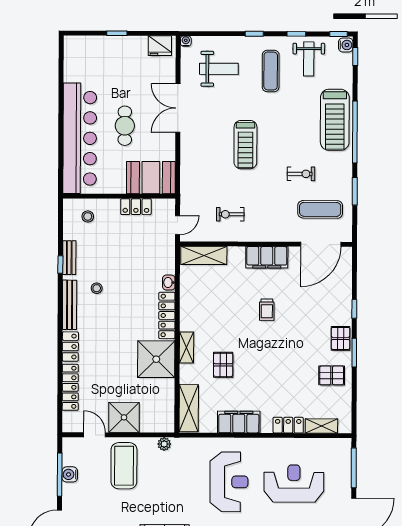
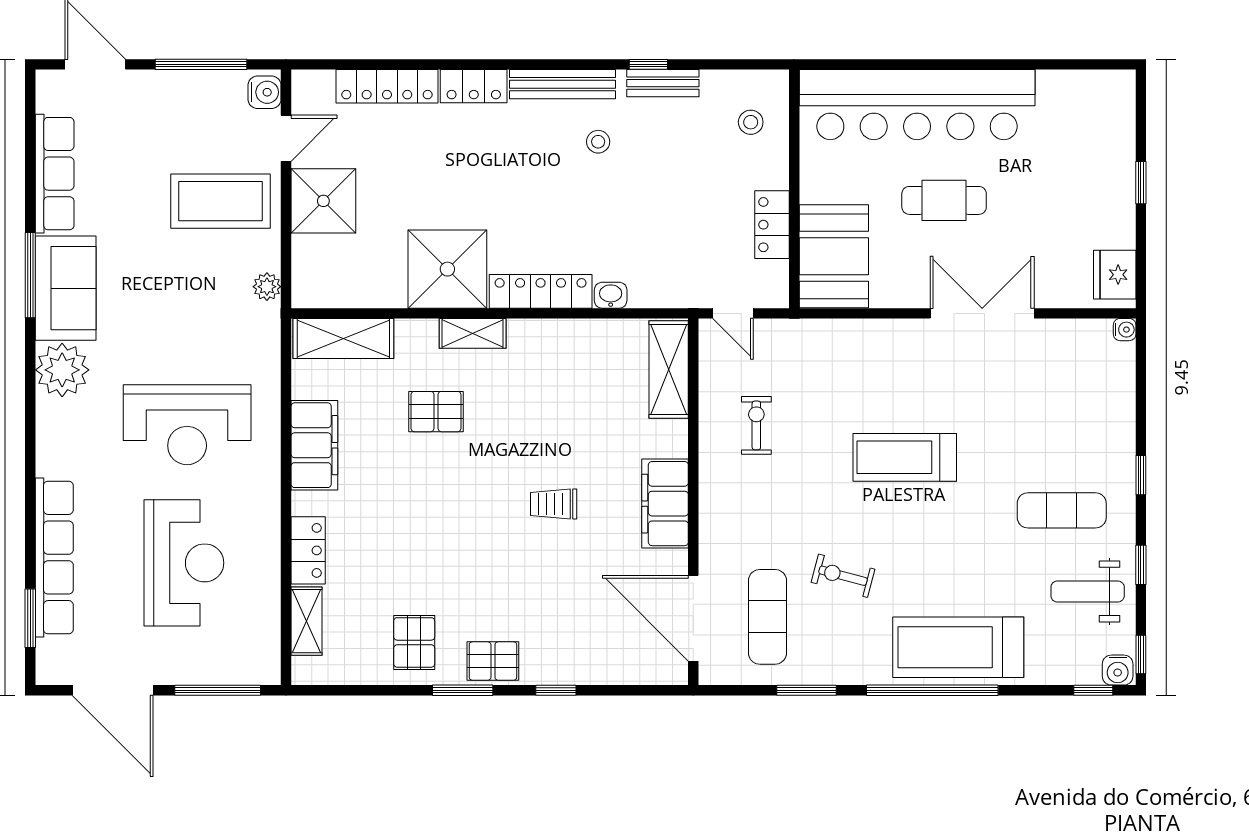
weight bench: (219, 69) -> (1066, 400), removed
exercise bike: (301, 174) -> (843, 576), turned 105
water cooler: (70, 474) -> (265, 92), moved, turned 90

